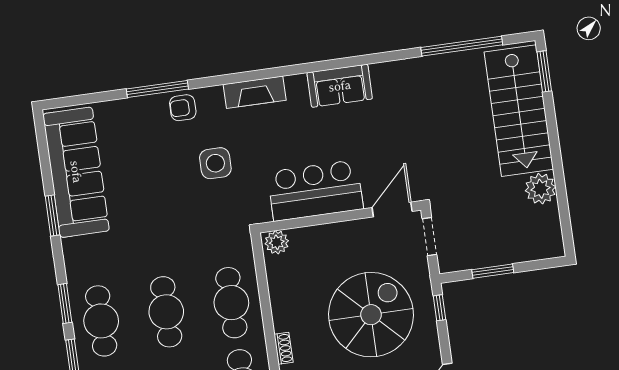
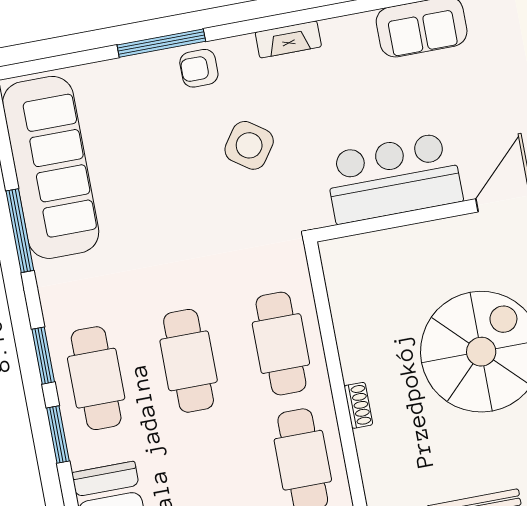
fireplace: (255, 92) -> (288, 39), width x0.73, depth x0.76
side table: (215, 163) -> (249, 145), turned 35
window: (53, 215) -> (20, 231), width x1.44
plant: (277, 242) -> (342, 254), removed

